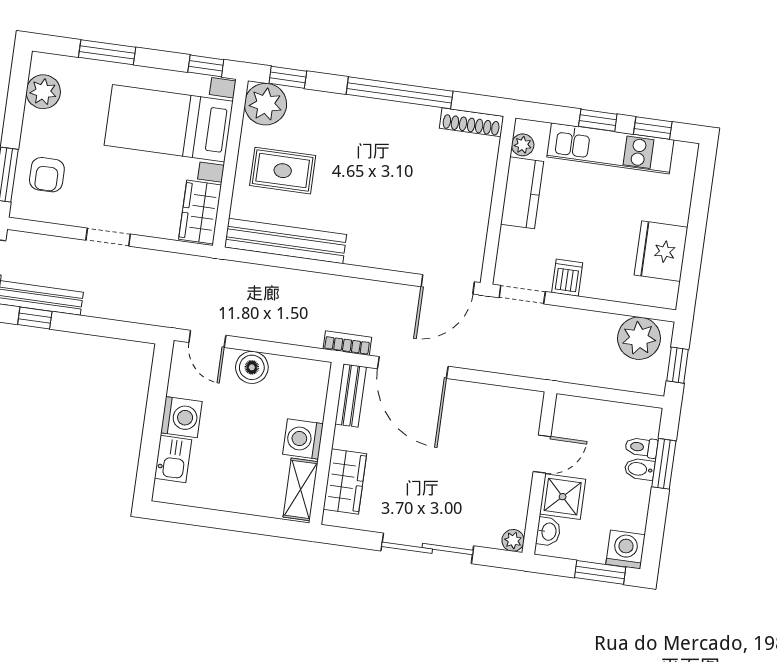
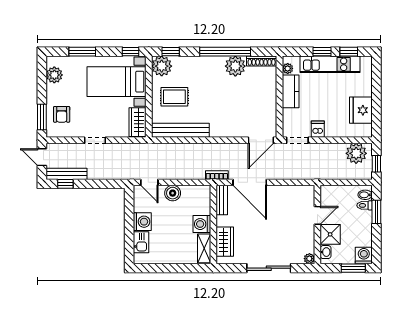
plant: (416, 125) -> (235, 66), added
bidet: (640, 469) -> (365, 195), moved

